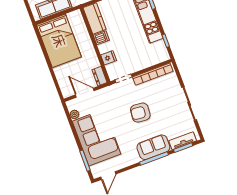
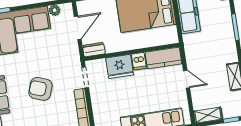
fridge: (109, 58) -> (120, 66), width x1.88, depth x1.34
armchair: (140, 113) -> (40, 89), turned -75

